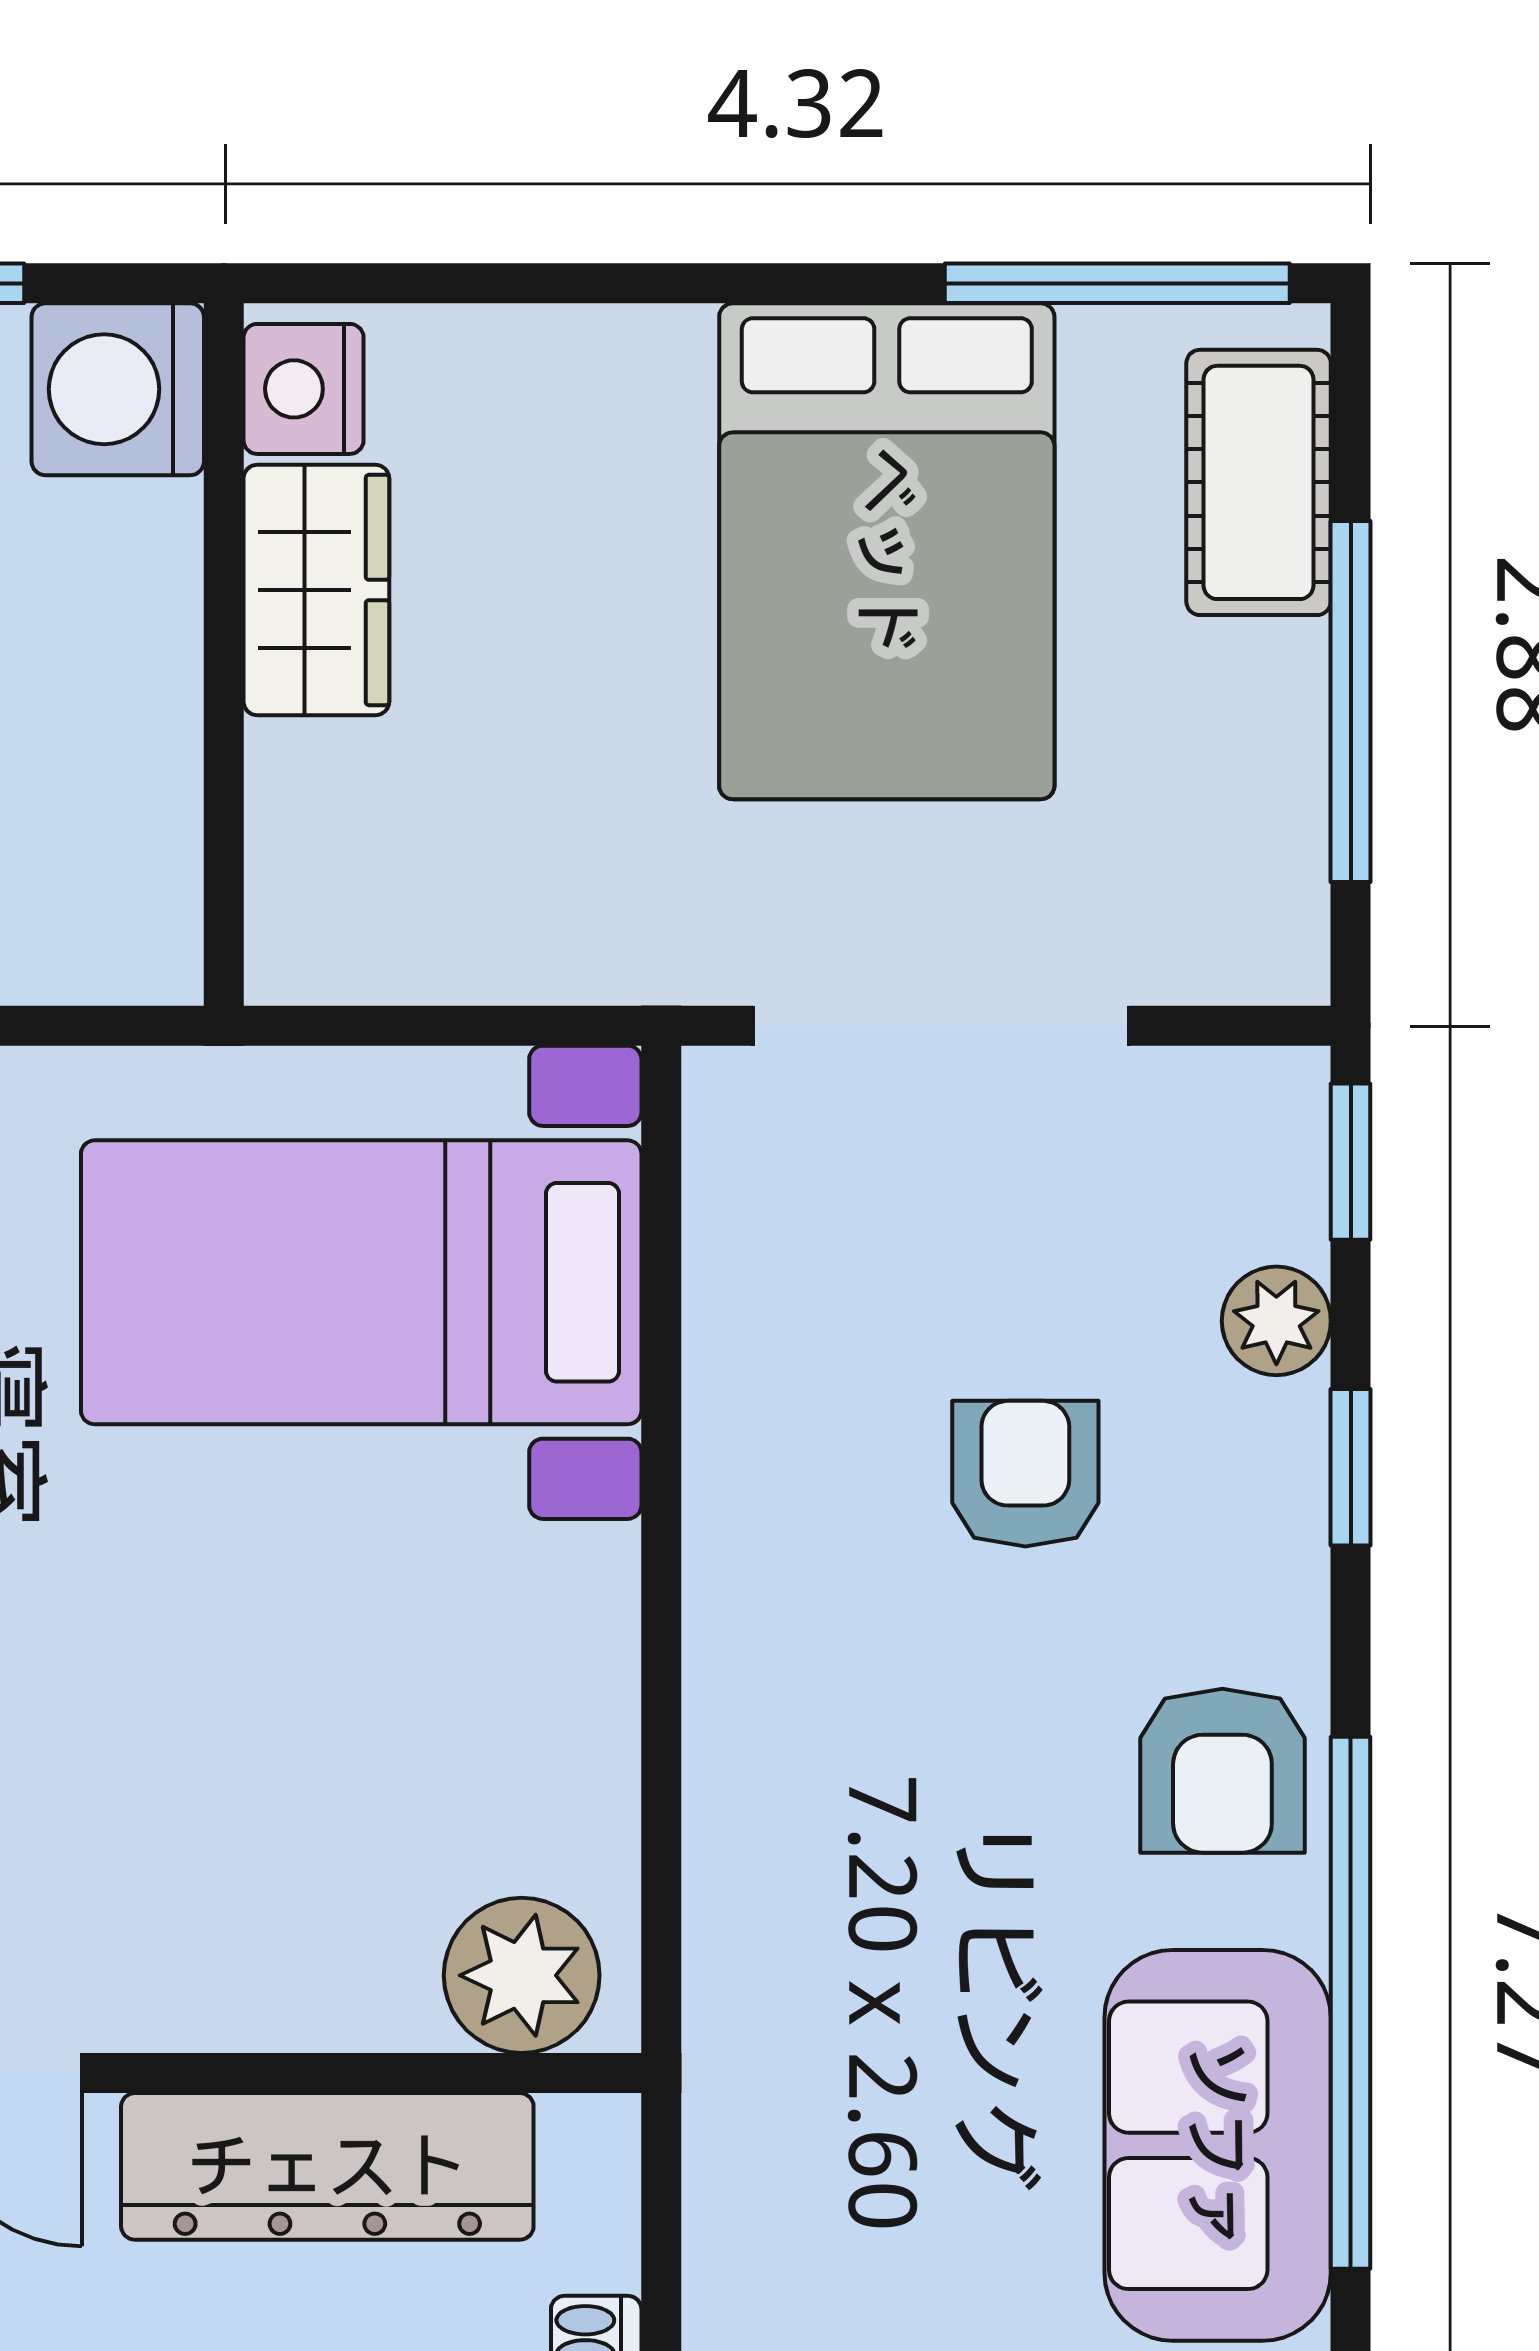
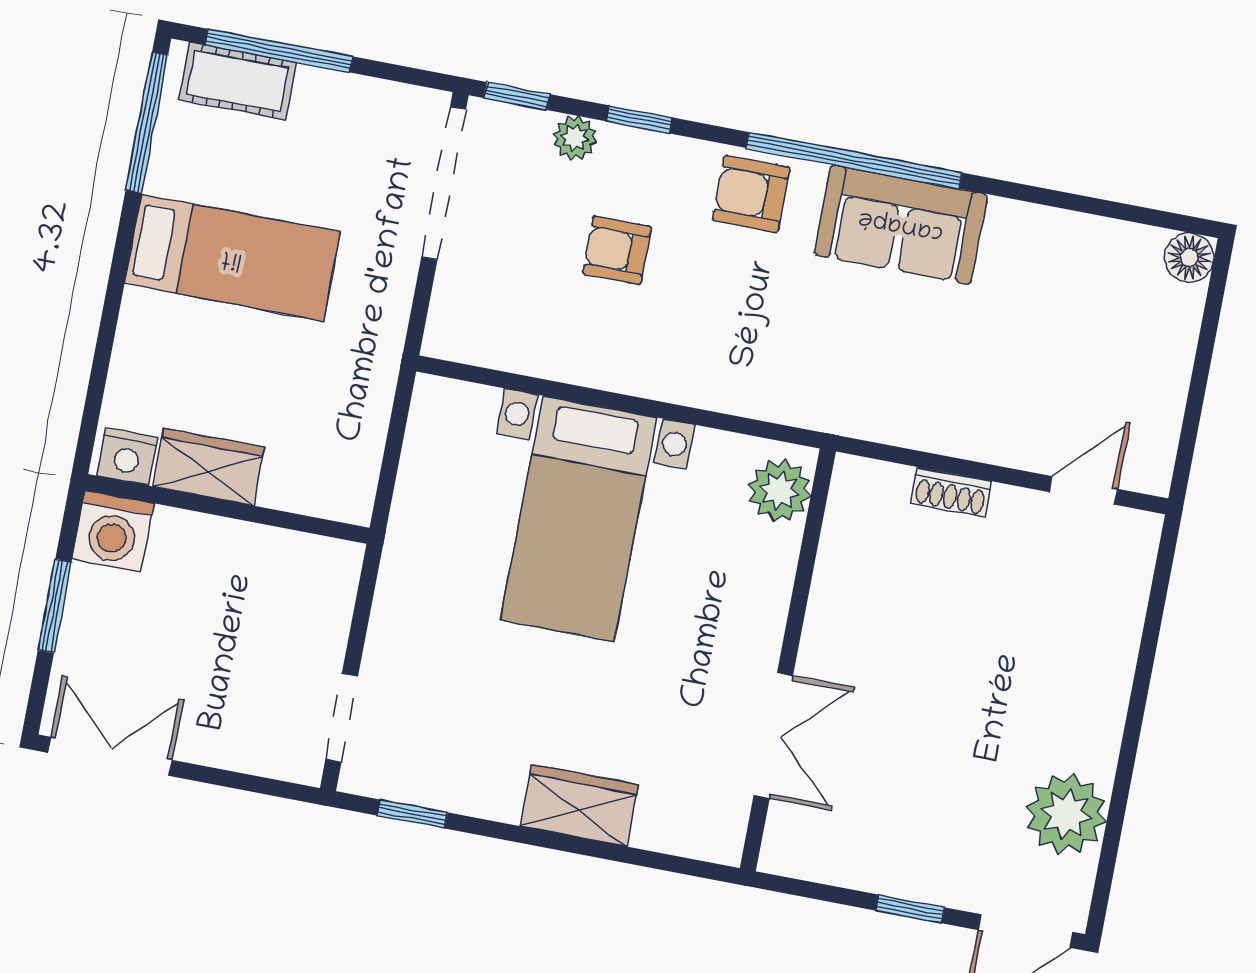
bed: (887, 551) -> (232, 258), width x0.67
window: (1351, 702) -> (279, 51), moved
doorway: (941, 1026) -> (444, 183), moved
bed with nightstands: (361, 1282) -> (579, 519), moved
armchair: (1222, 1771) -> (751, 194), turned 180
dresser: (327, 2166) -> (841, 583), removed

